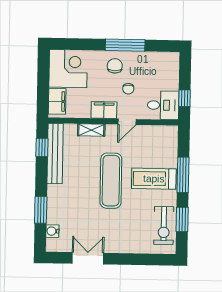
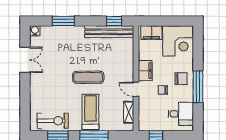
desk: (163, 105) -> (181, 114), moved, turned -90
shelving: (91, 130) -> (129, 112), moved
exercise mat: (111, 181) -> (88, 77), width x0.73, depth x0.69
exercise bike: (164, 226) -> (53, 121), turned 180
water cooler: (52, 231) -> (35, 31), moved

